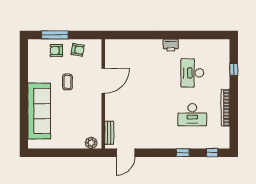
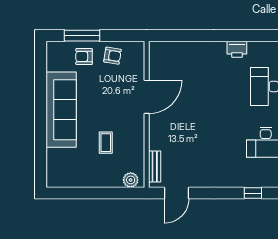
coffee table: (67, 82) -> (106, 143), moved
sofa: (39, 111) -> (61, 110), moved

